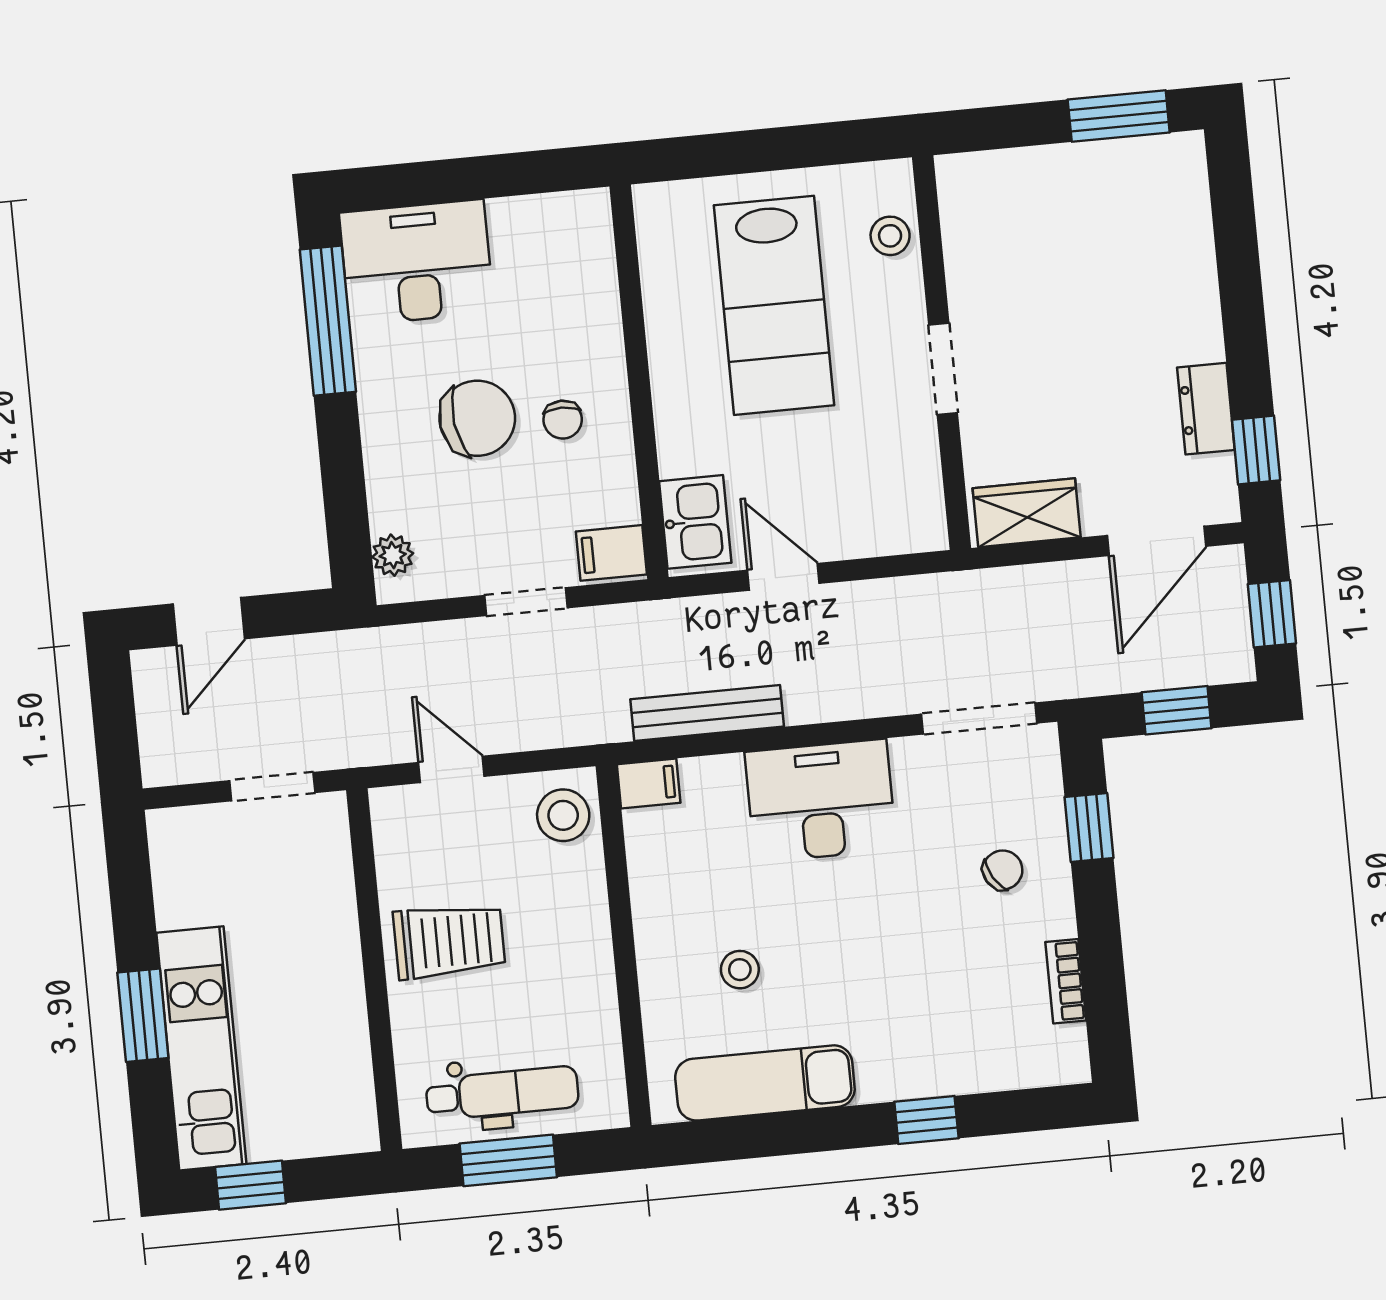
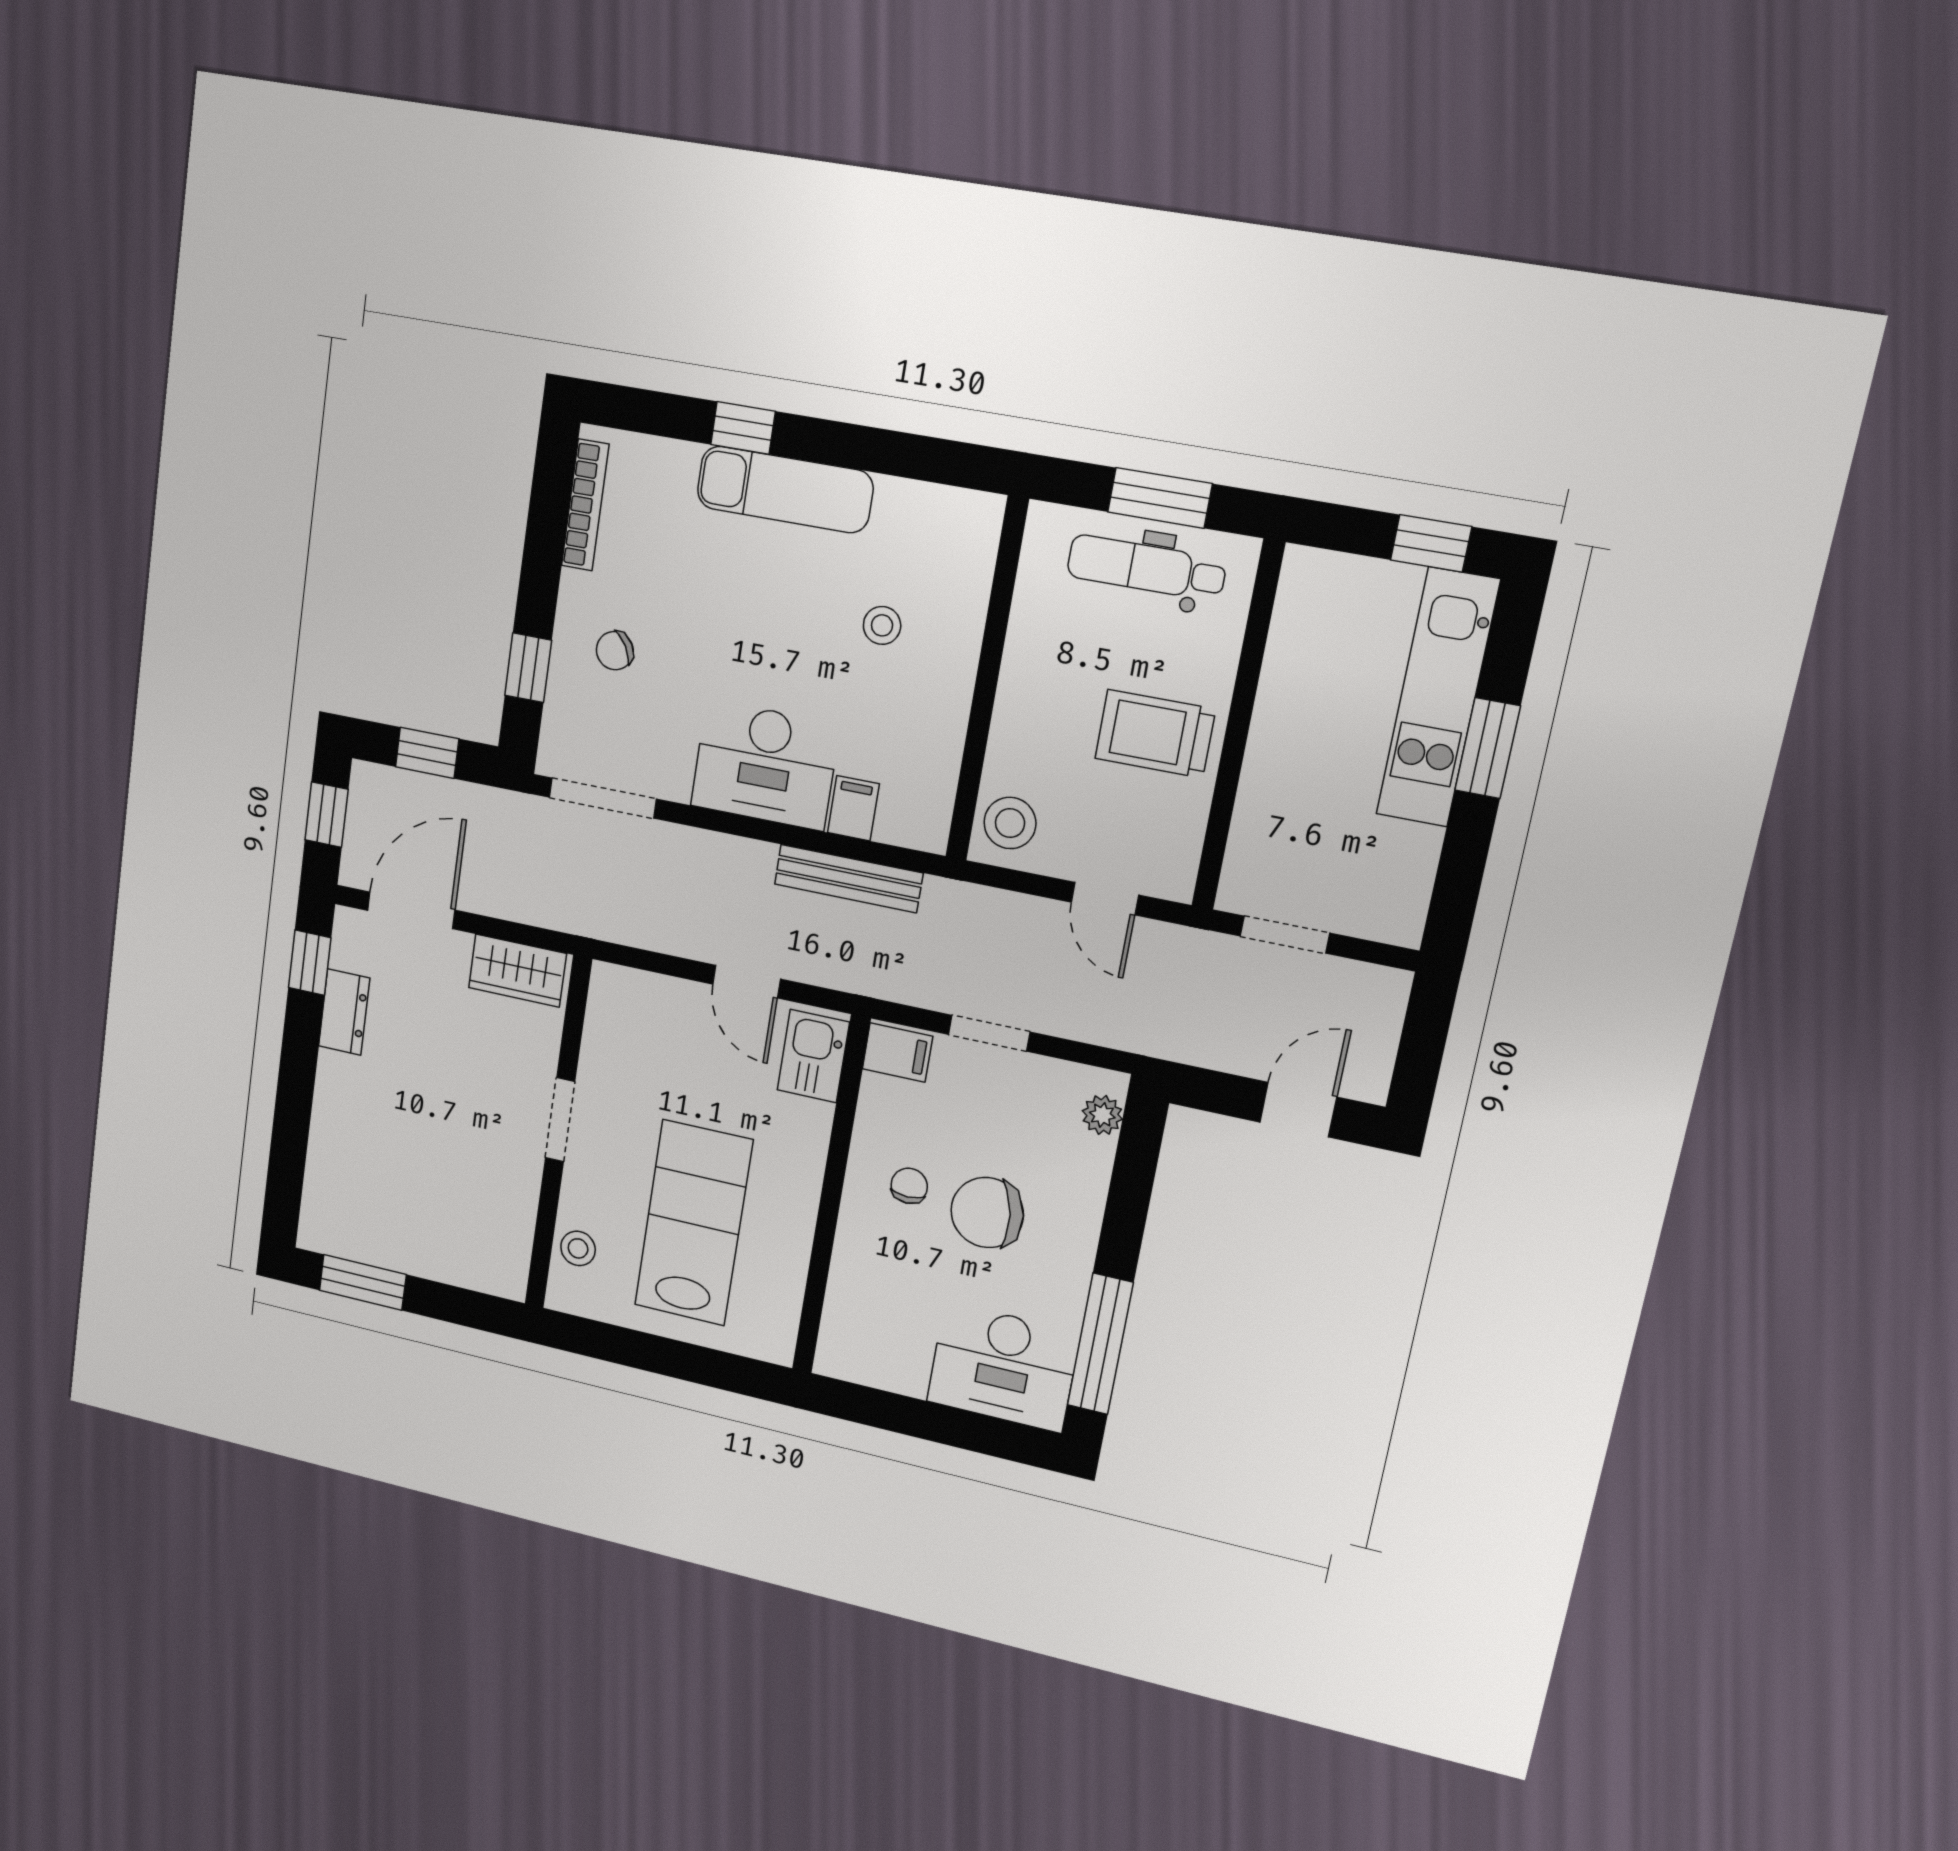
filing cabinet: (649, 784) -> (853, 808), moved, turned 90
bookcase: (1066, 981) -> (585, 505), width x1.56
exam couch: (765, 1083) -> (785, 489), moved

